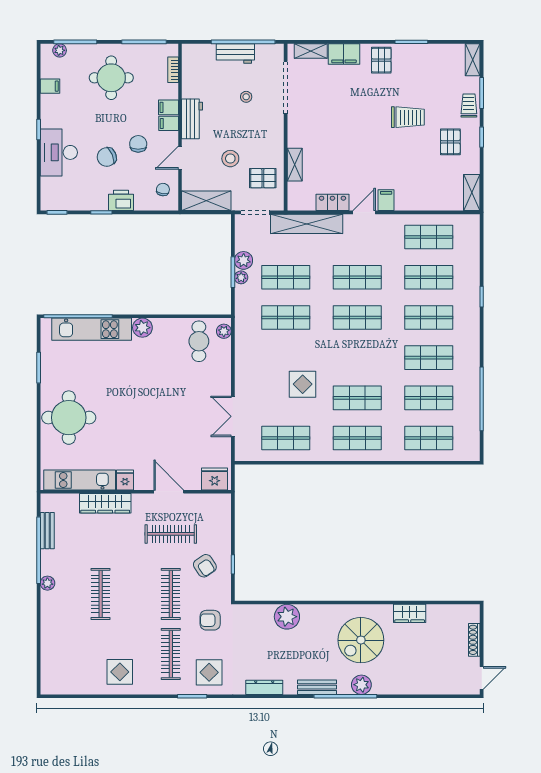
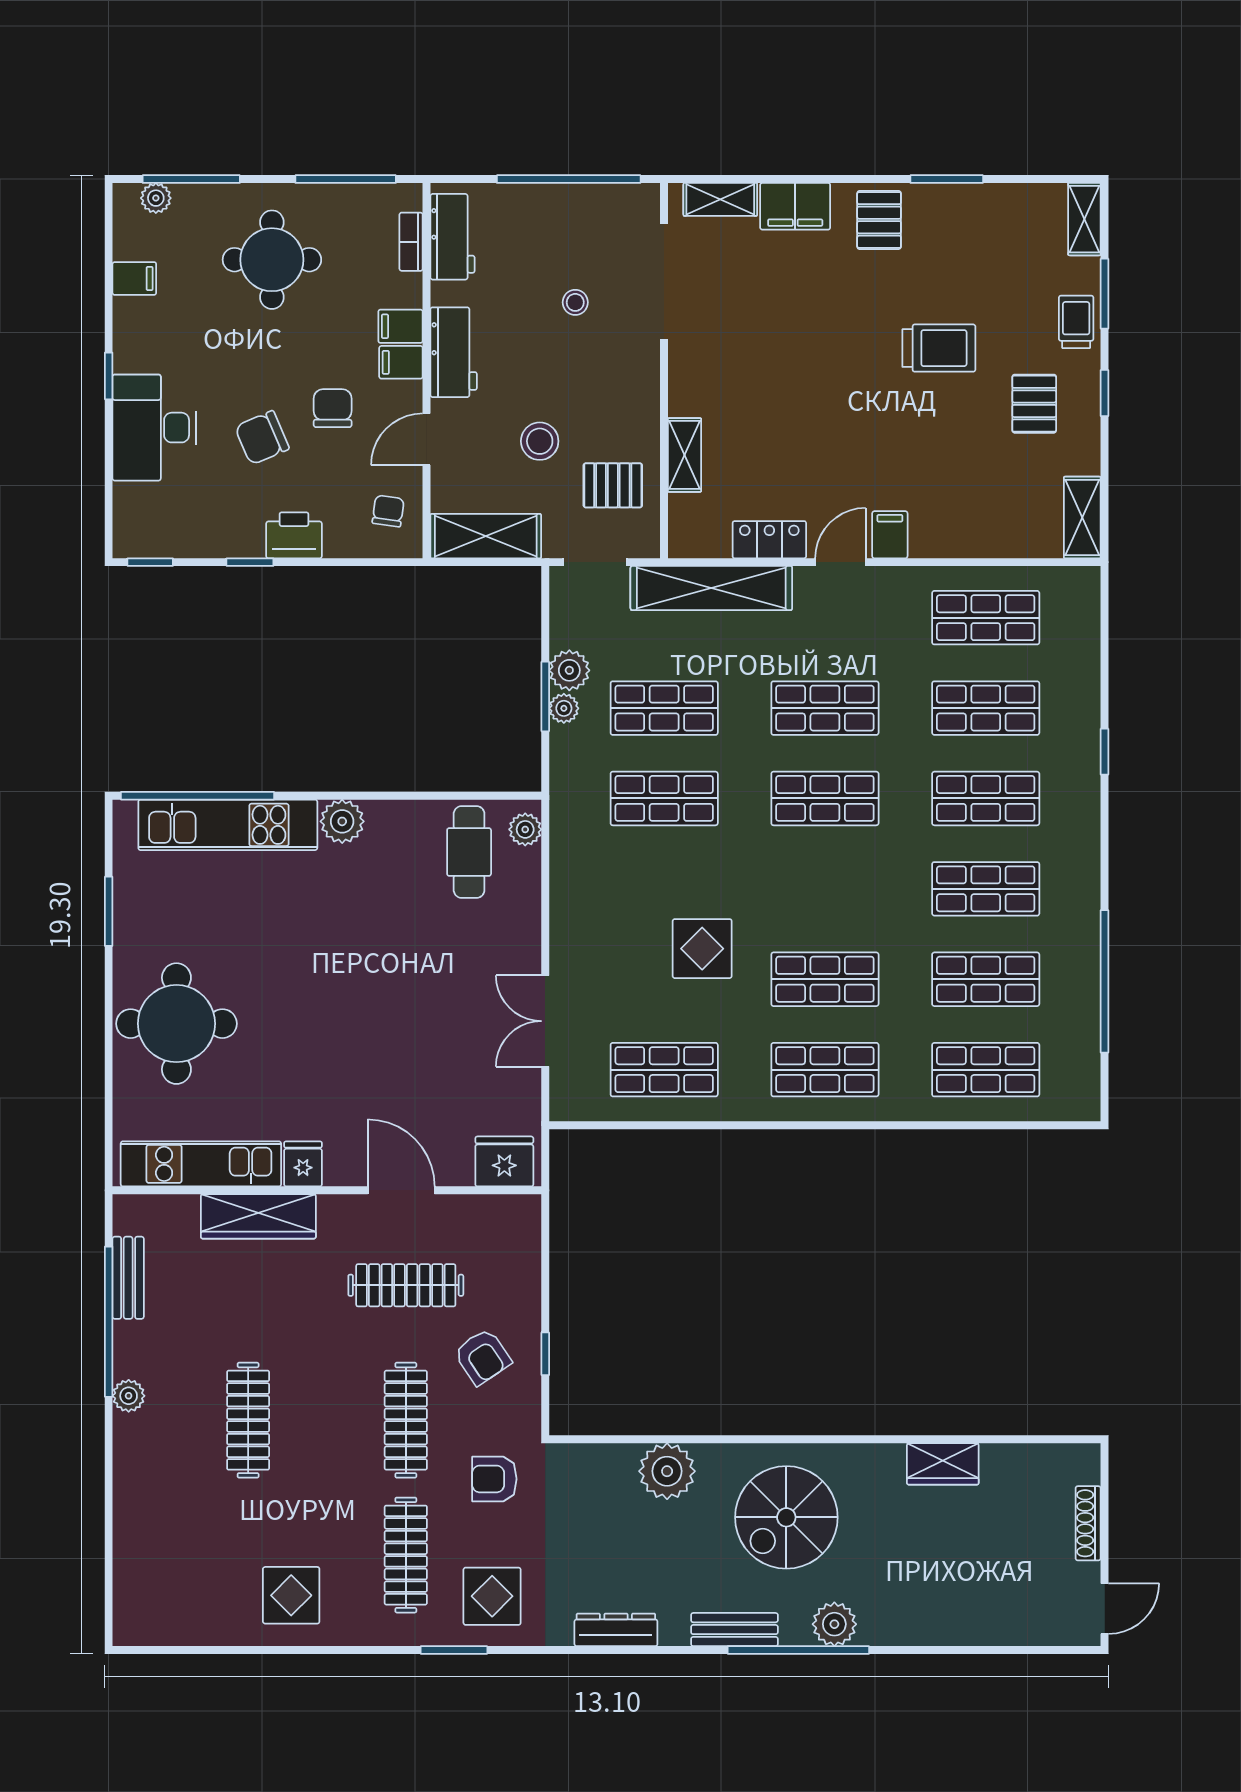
workbench: (235, 53) -> (453, 237), moved, turned -90
spiral stairs: (361, 640) -> (786, 1517), moved

